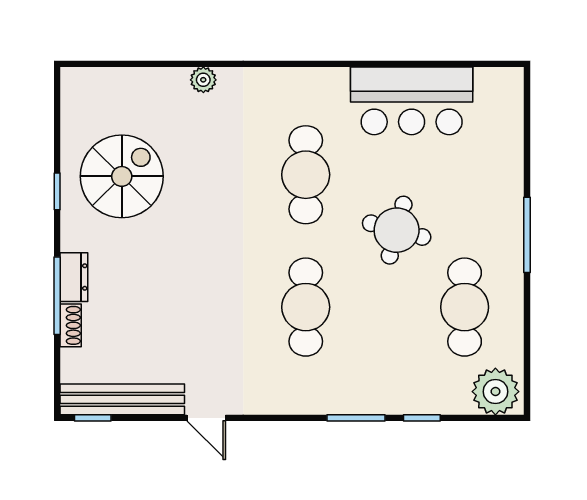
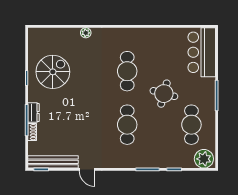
bar counter: (412, 101) -> (202, 52), moved, turned 90

